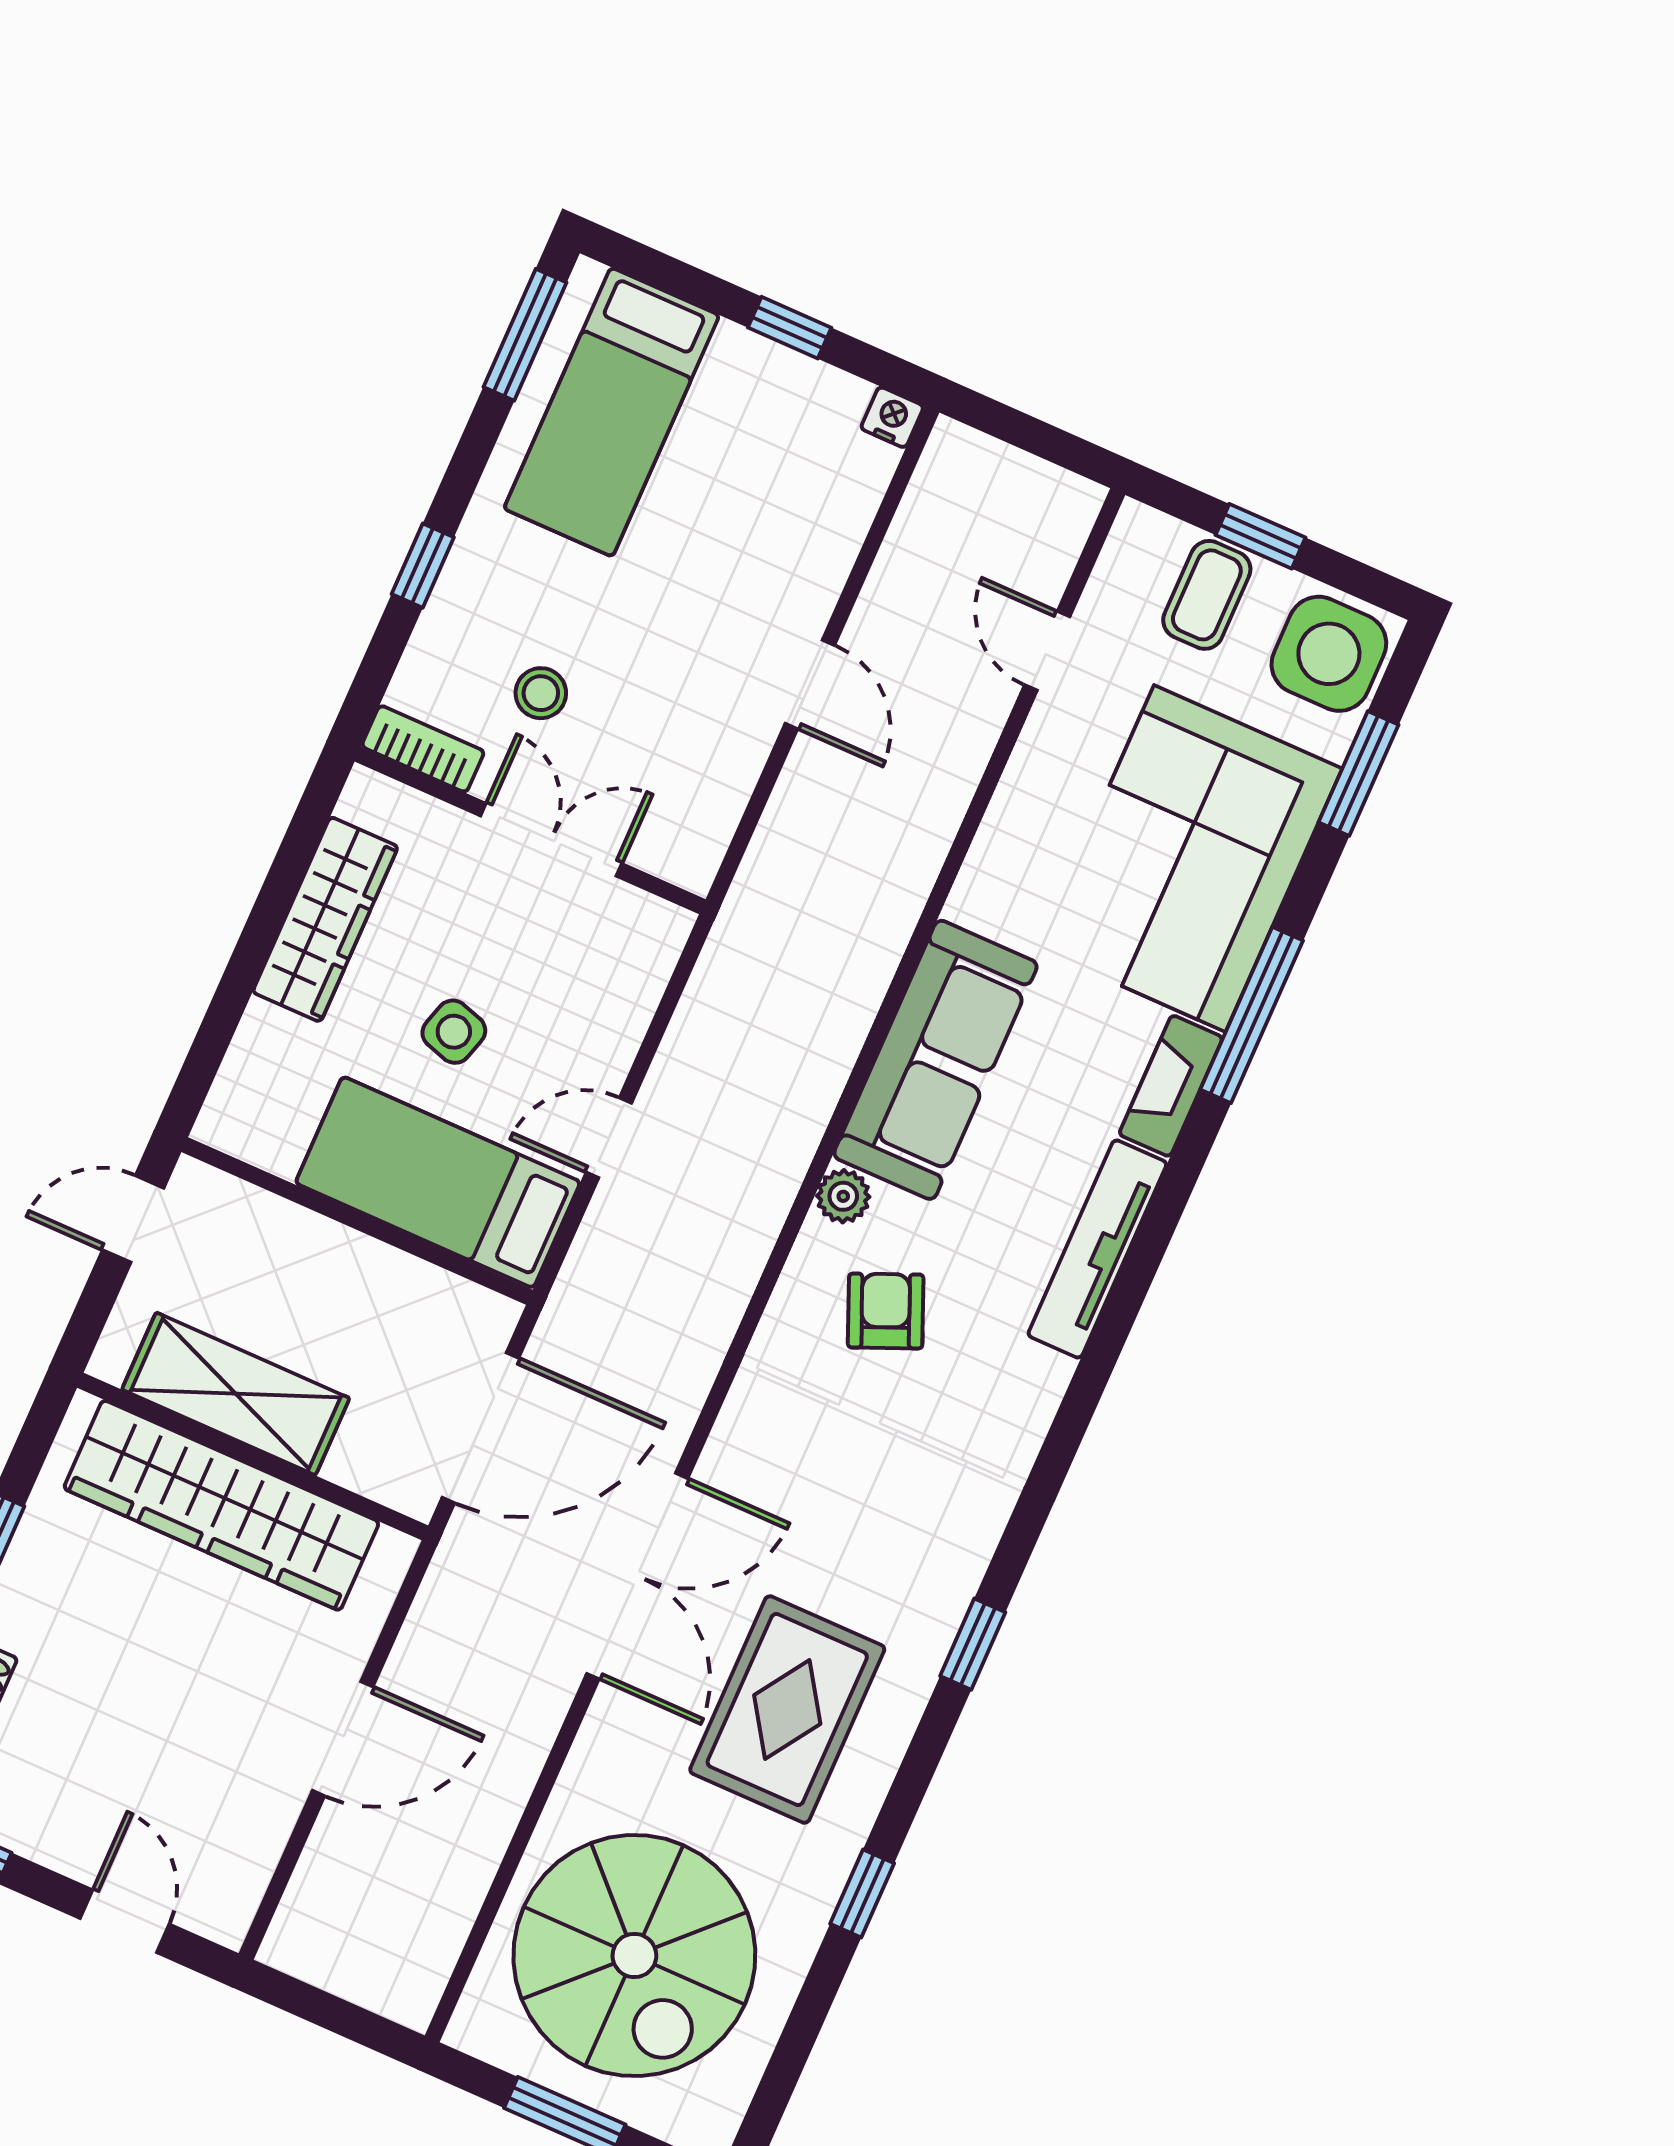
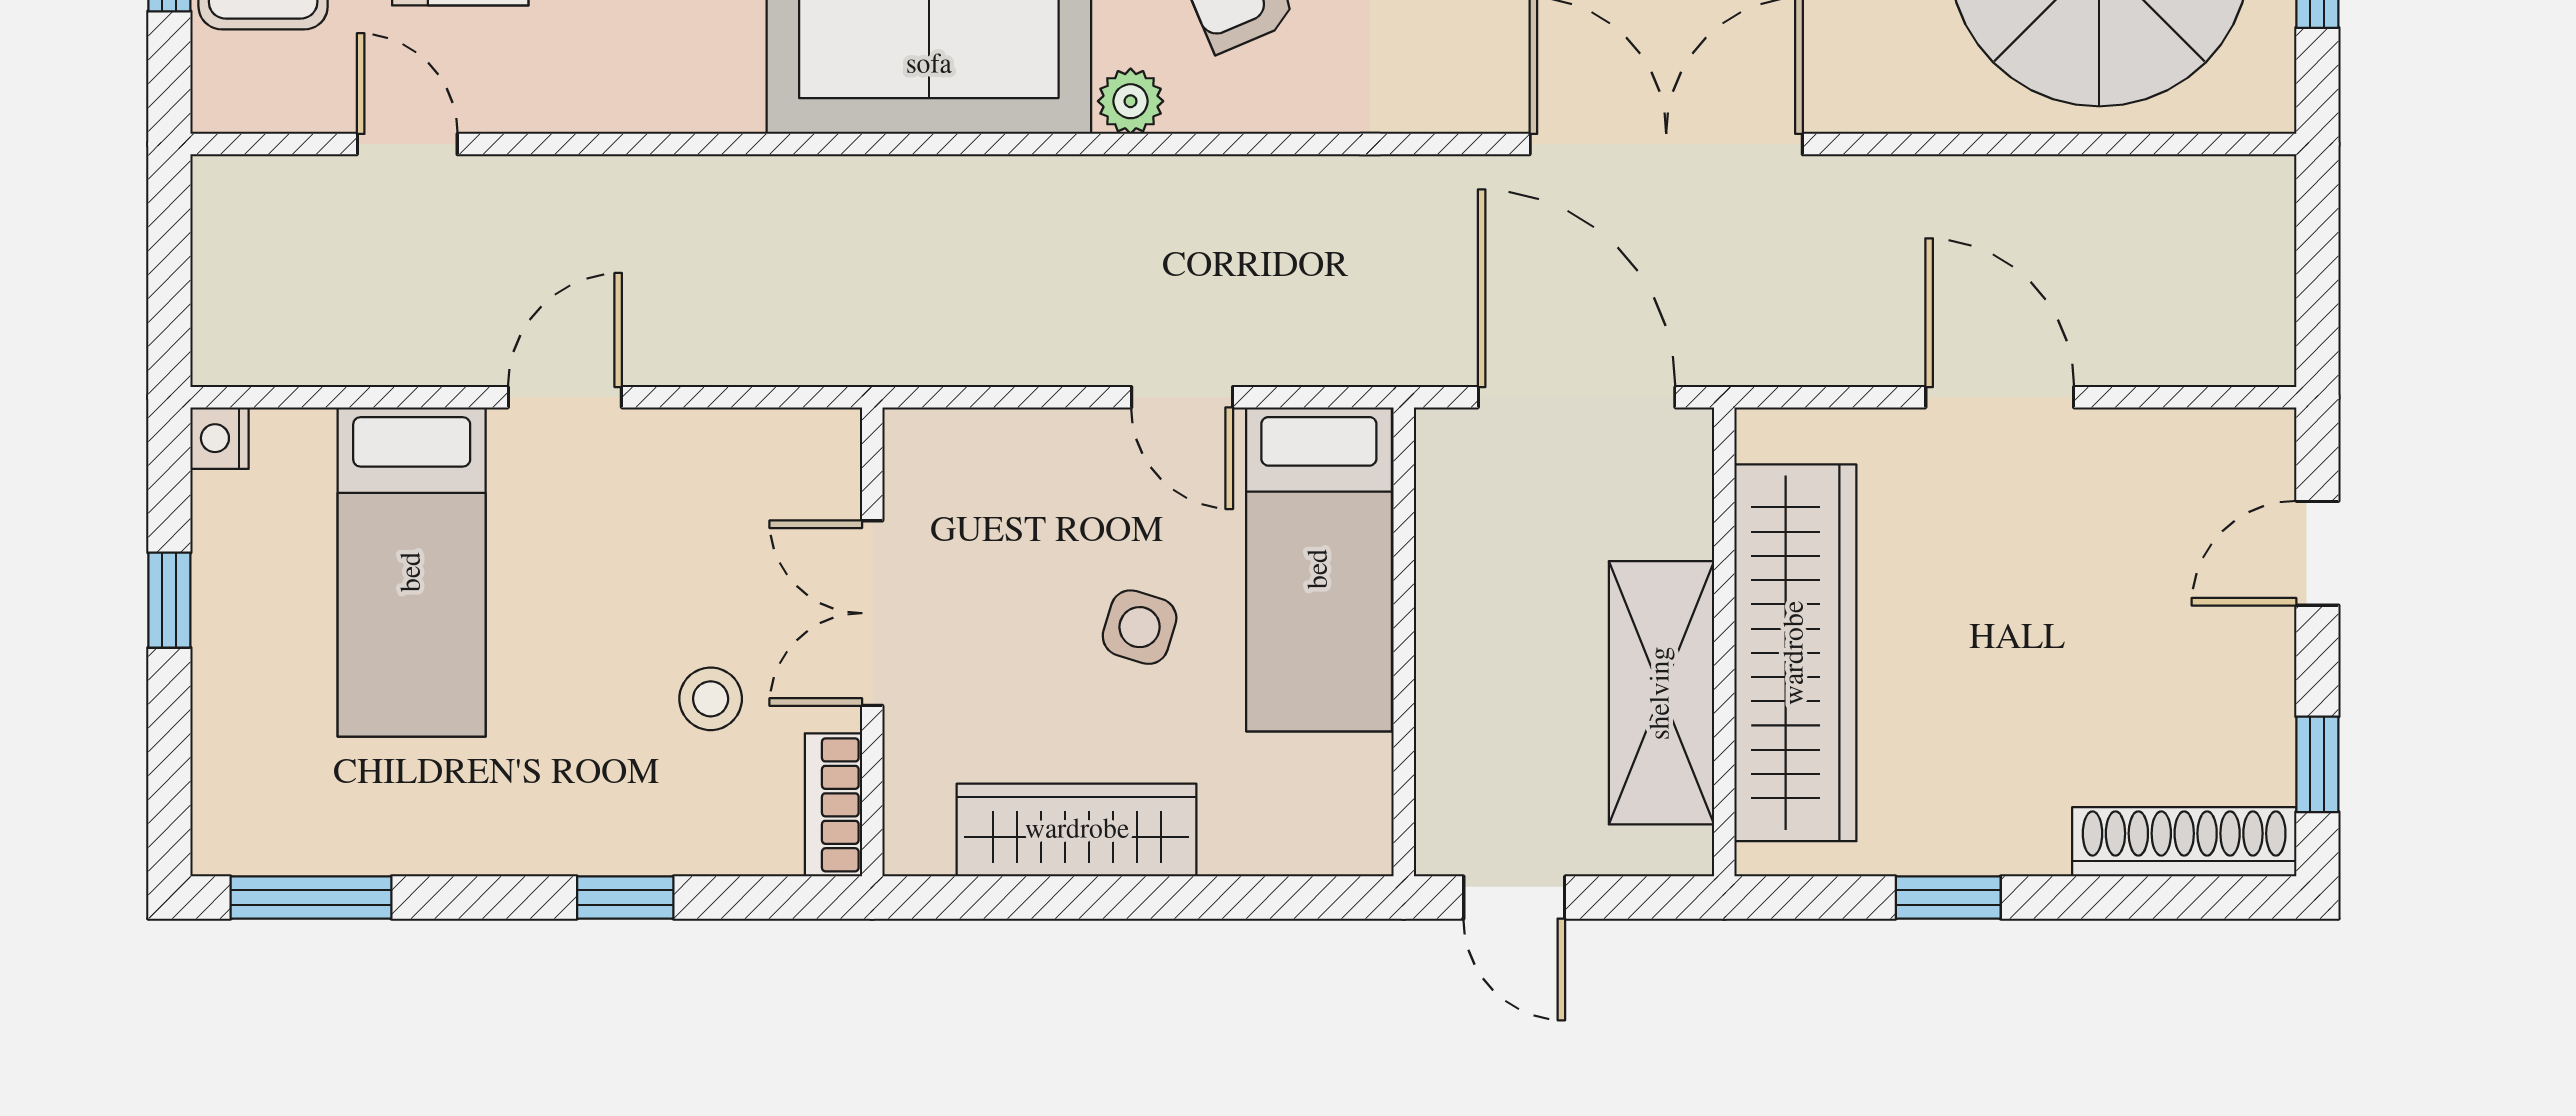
bed: (612, 412) -> (412, 572), moved, turned 90
door: (1047, 651) -> (407, 144), swing flipped

